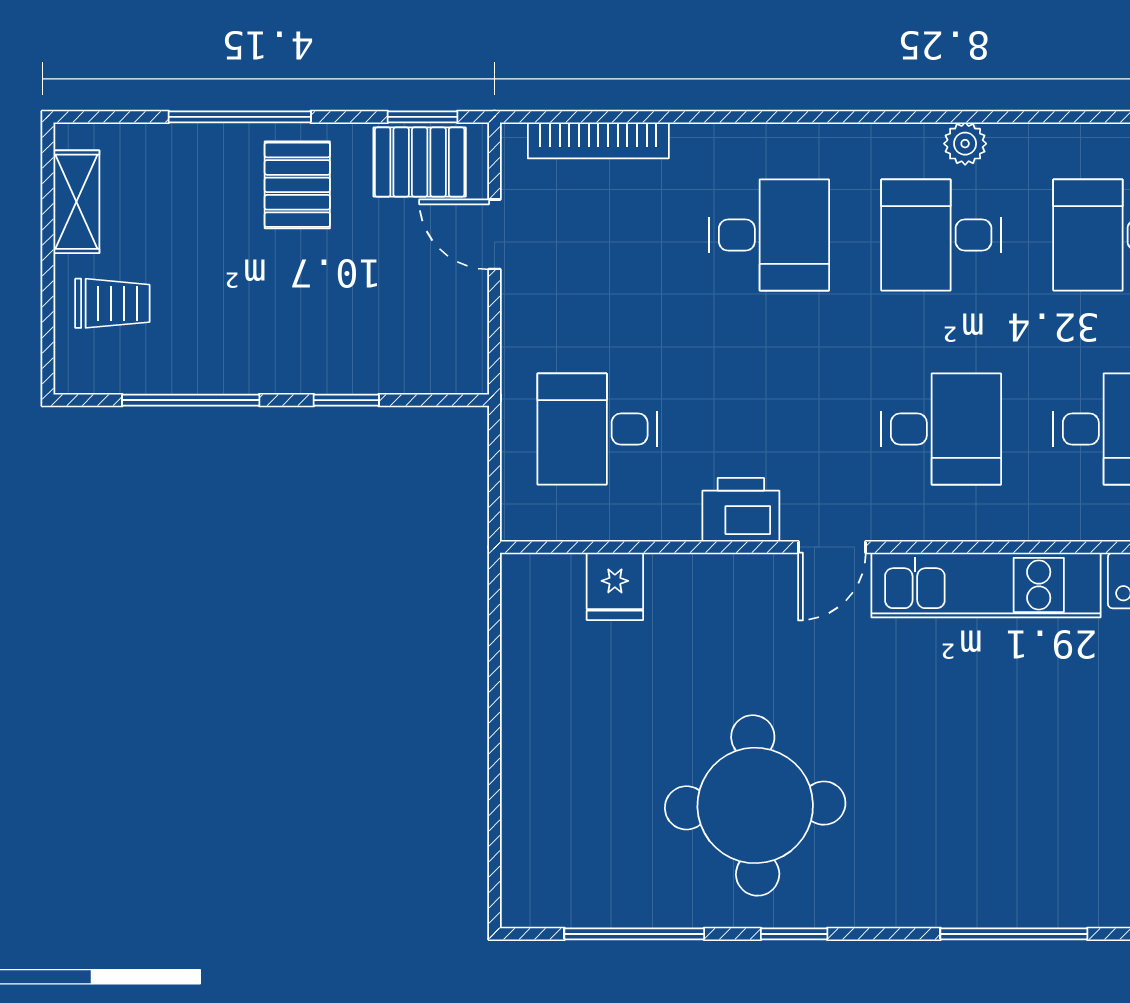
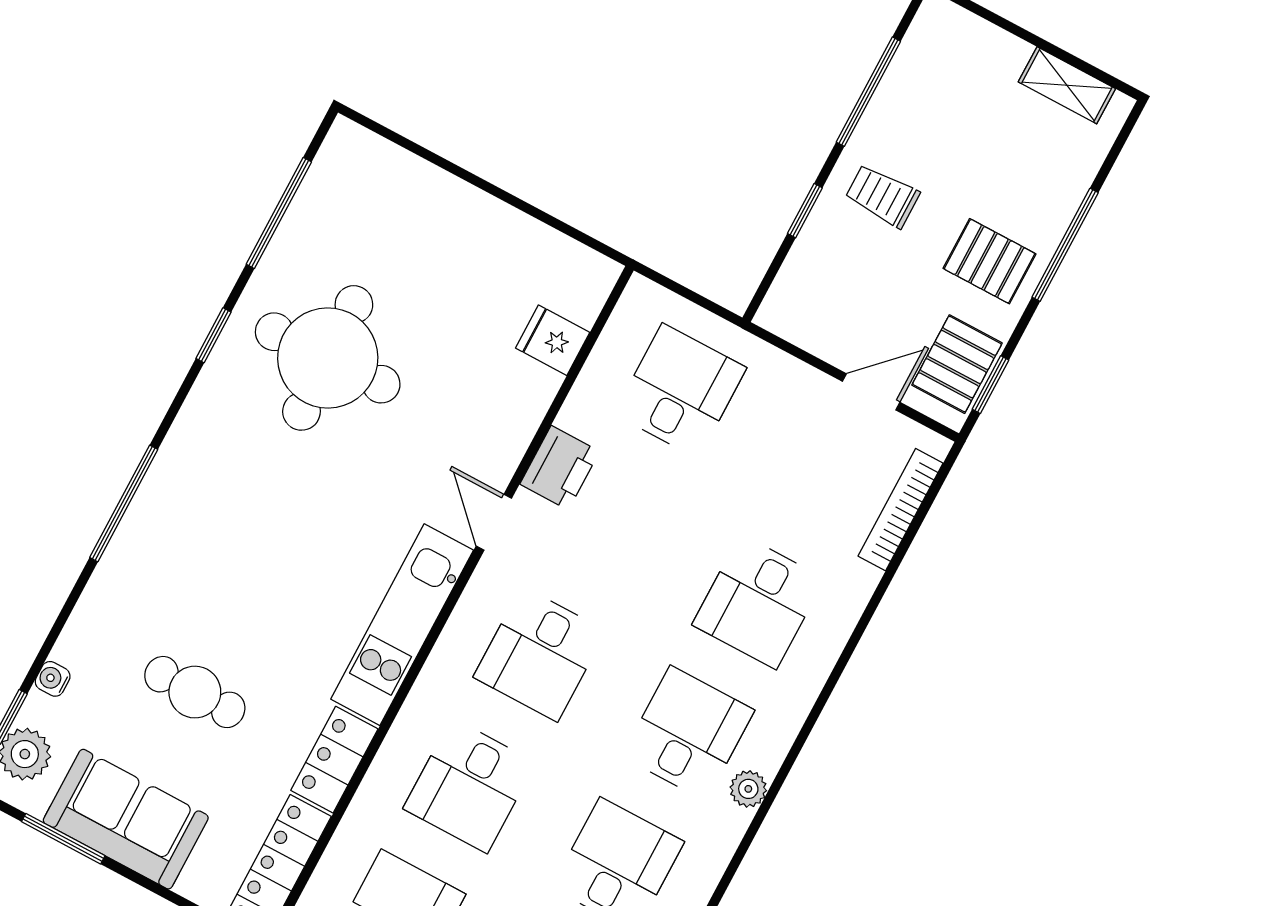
trolley: (112, 303) -> (882, 196), moved, turned 90

